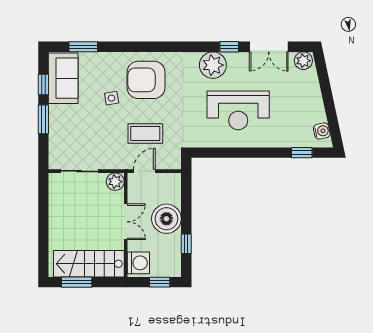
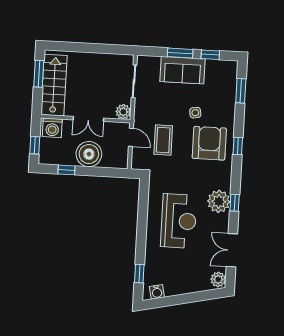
window: (147, 47) -> (238, 146), added
window: (229, 47) -> (235, 203), moved
sofa: (63, 78) -> (182, 70), moved
reception desk: (238, 110) -> (179, 221), turned 180

